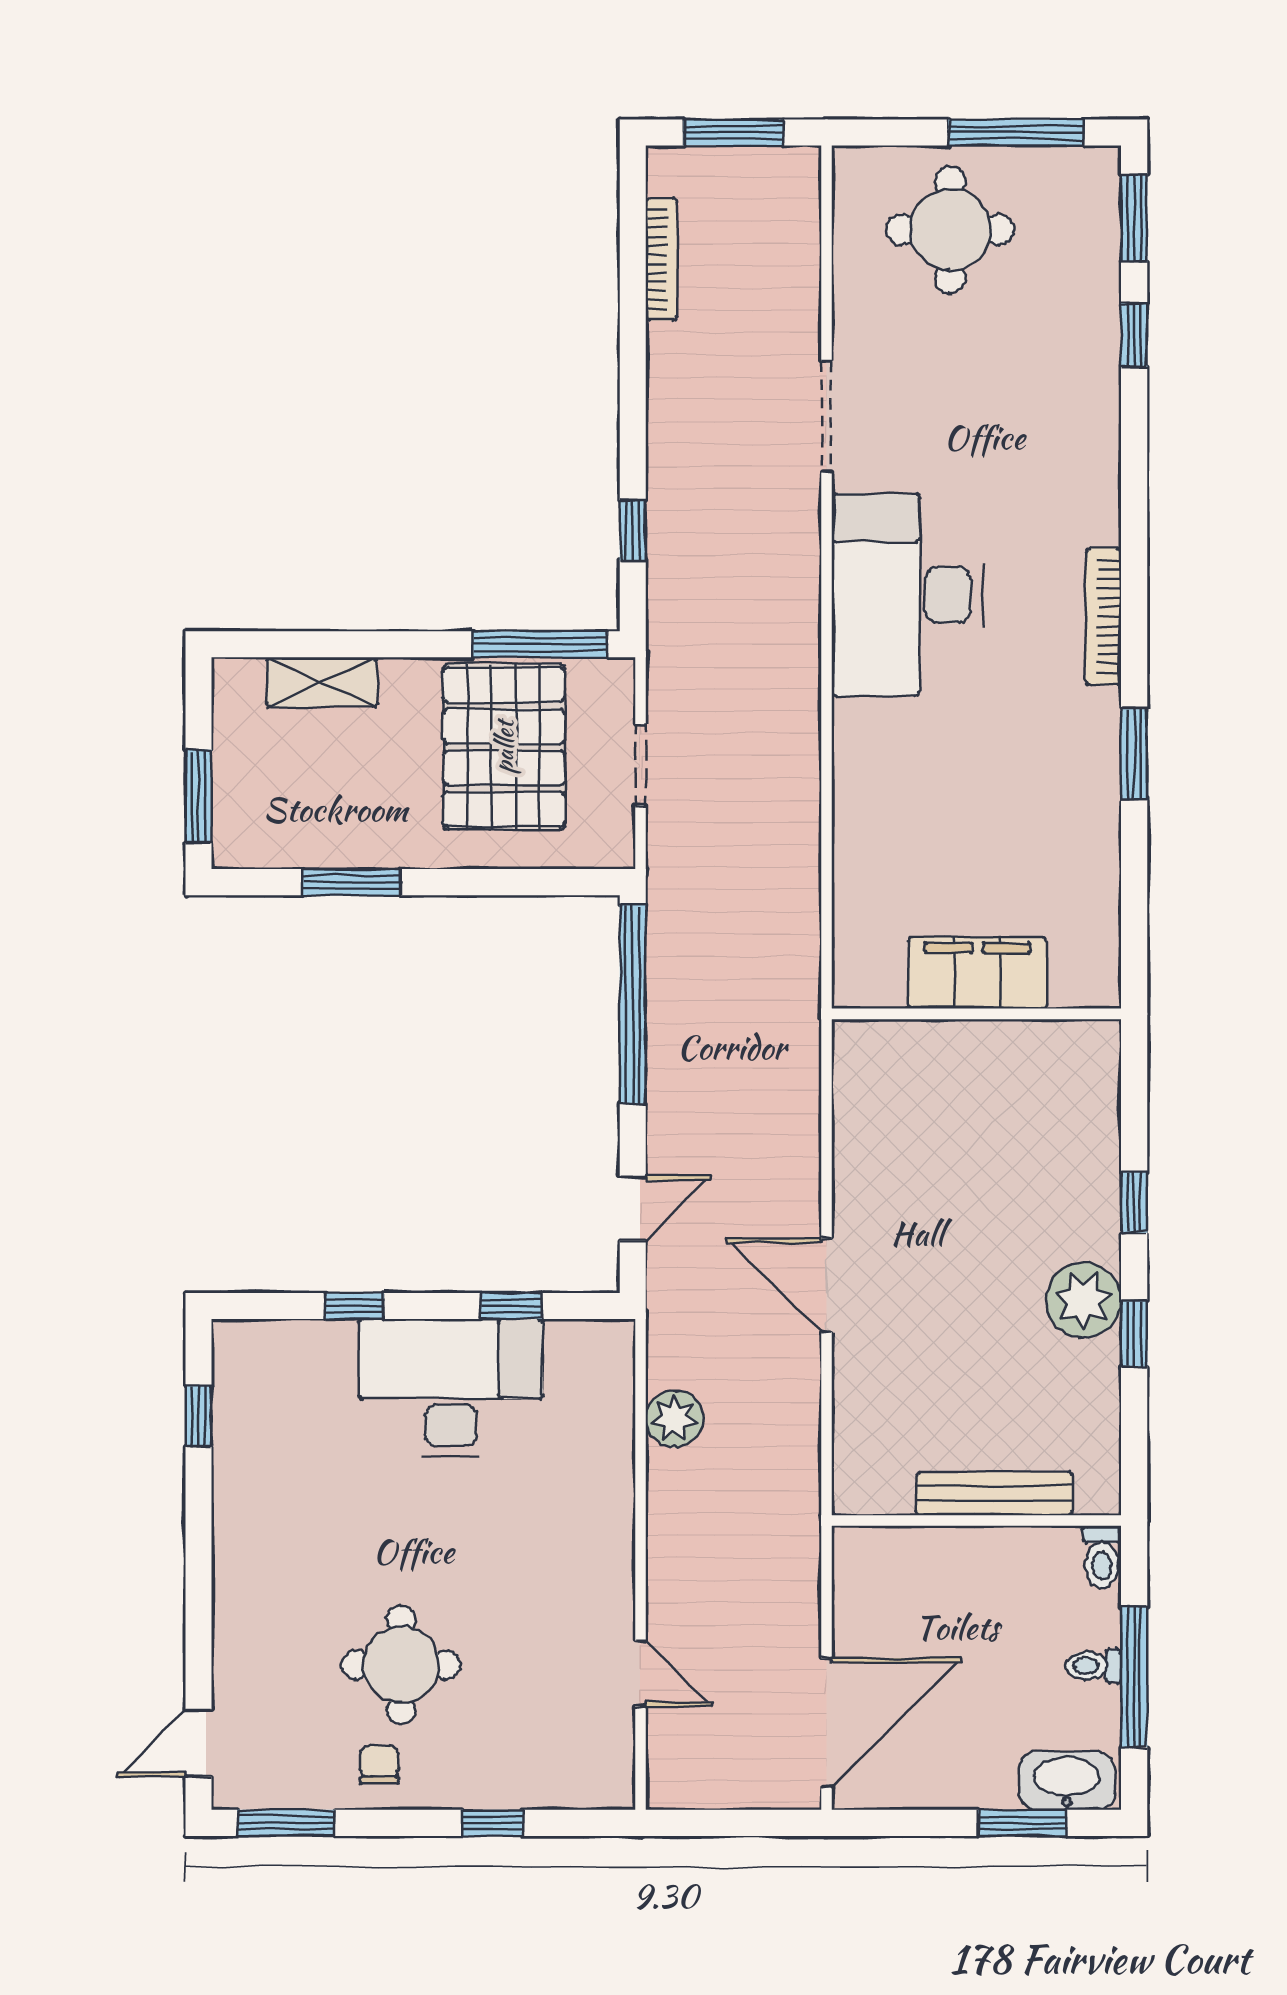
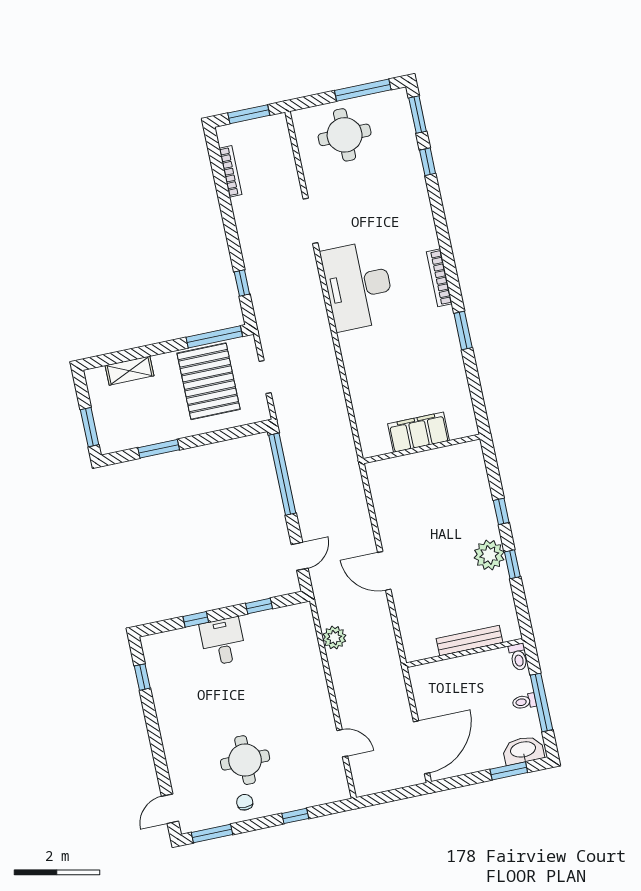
desk: (451, 1388) -> (223, 641), width x0.53, depth x0.77

